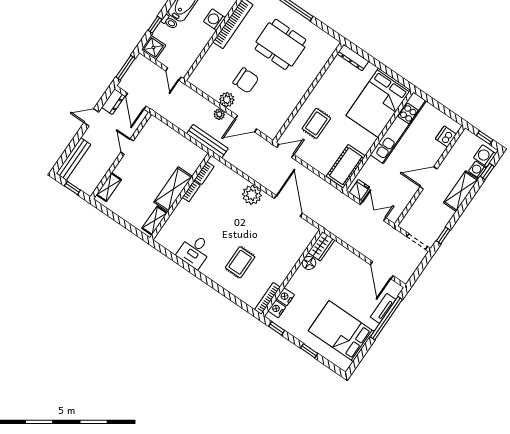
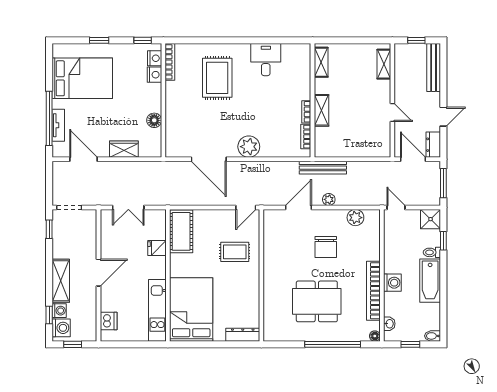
chair: (246, 80) -> (326, 247), turned -90
plant: (227, 100) -> (355, 218), moved
rug: (316, 123) -> (235, 252), turned 90
kitchen unit: (398, 128) -> (157, 310), width x0.73
shelving: (173, 189) -> (322, 110), width x0.67, depth x0.75
fridge: (359, 190) -> (157, 248), moved, turned 90
wardrobe: (321, 246) -> (124, 149), moved, turned 90
rug: (240, 262) -> (217, 78), width x1.36, depth x1.43

